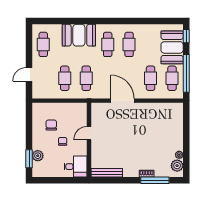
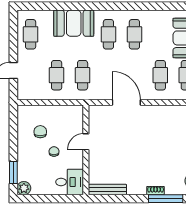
plant: (38, 156) -> (24, 188), moved

